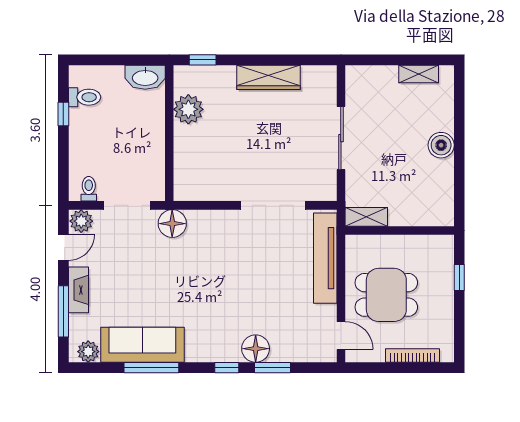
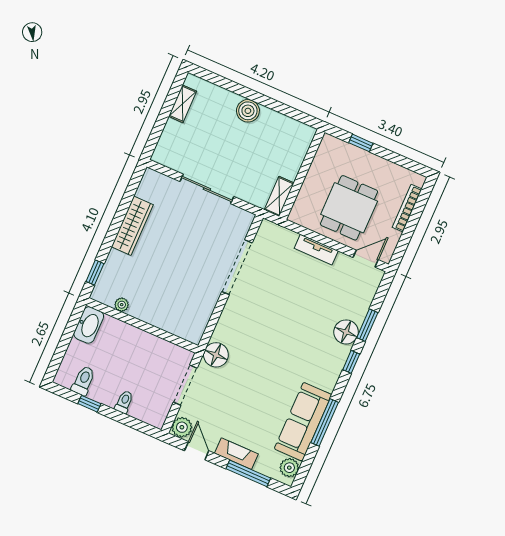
plant: (188, 109) -> (122, 305), width x0.53, depth x0.53
toilet: (89, 189) -> (124, 402), moved, turned 90
tv unit: (325, 258) -> (316, 250), width x0.52, depth x0.78

